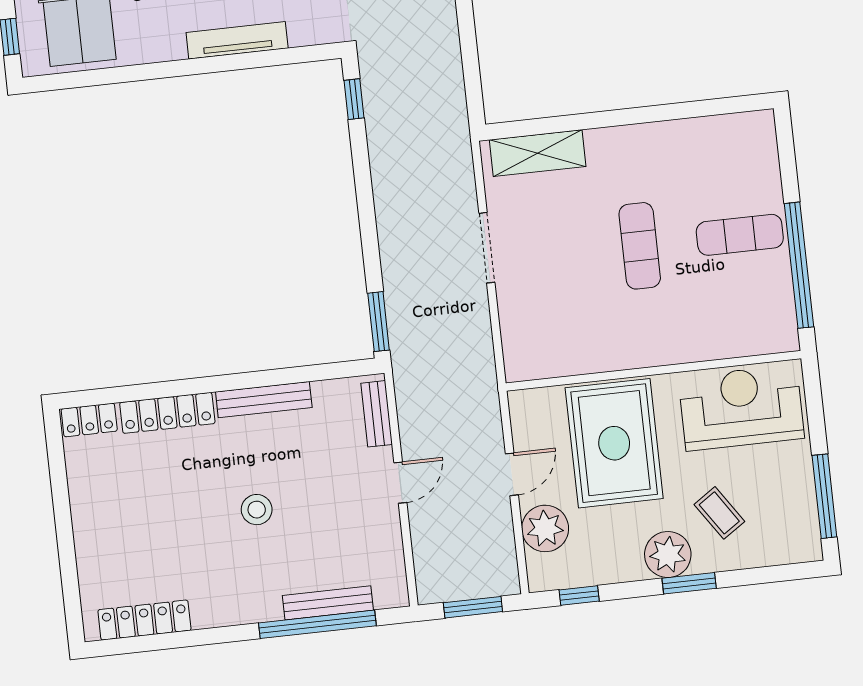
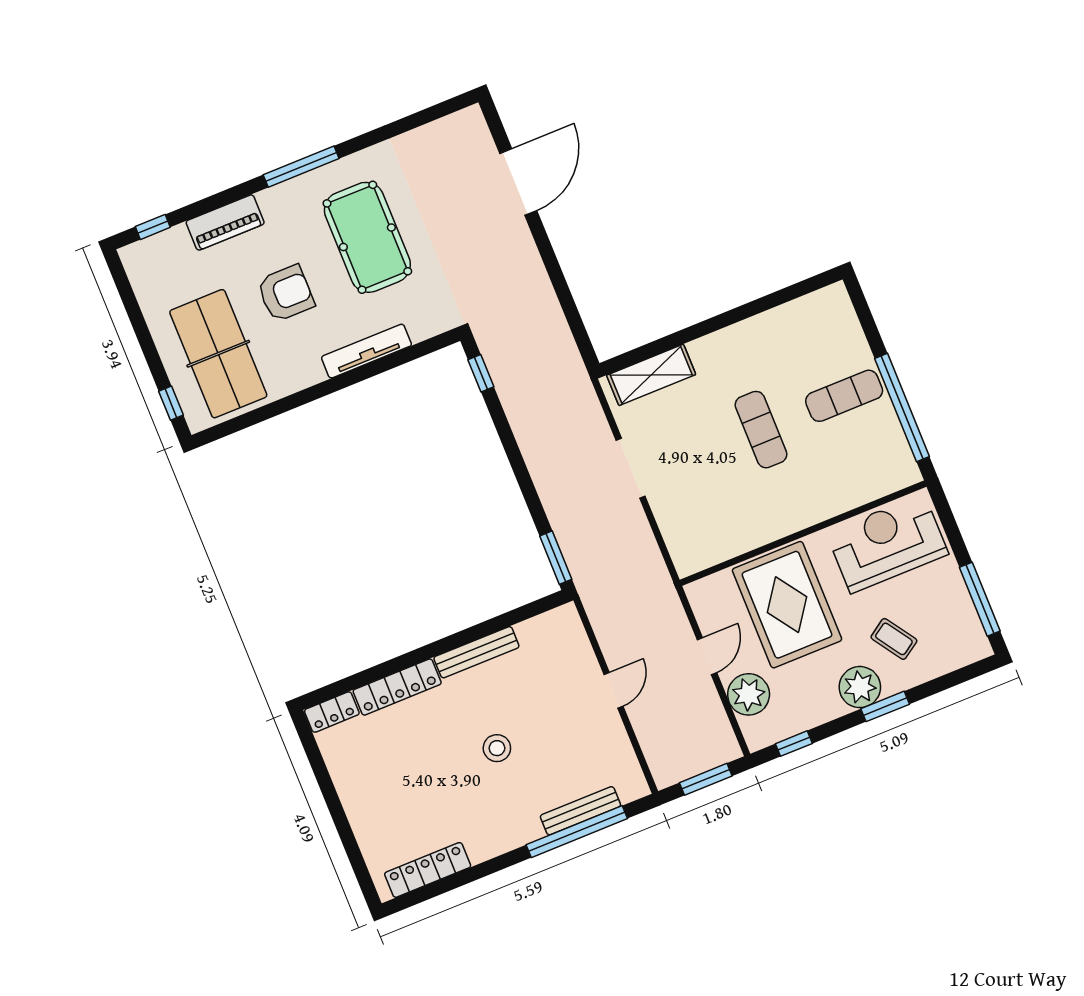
bench: (377, 414) -> (576, 637), removed

